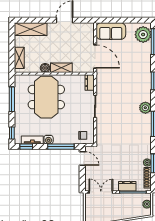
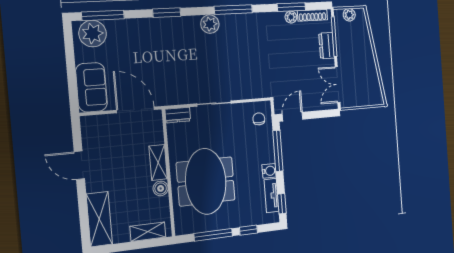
door: (95, 57) -> (136, 110), hinge flipped
meeting table: (46, 97) -> (206, 181), turned 90
window: (12, 133) -> (248, 230), moved

